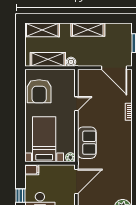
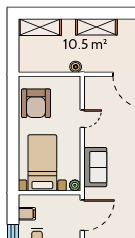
shelving: (48, 59) -> (47, 64), removed
filing cabinet: (32, 170) -> (27, 214), moved

